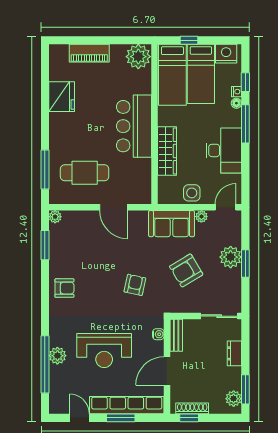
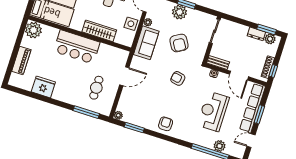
cafe table: (85, 173) -> (96, 88), width x0.73, depth x0.74
reception desk: (104, 351) -> (213, 111), turned 180
dresser: (234, 353) -> (256, 34), moved
plant: (57, 356) -> (219, 146), moved

